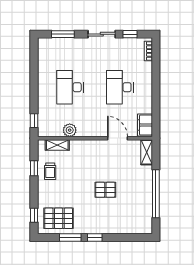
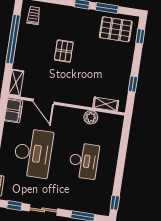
desk: (120, 87) -> (33, 153), width x1.36, depth x1.30
window: (34, 121) -> (115, 203), moved
trolley: (50, 171) -> (34, 16), moved
pallet: (105, 190) -> (64, 51), turned 90

